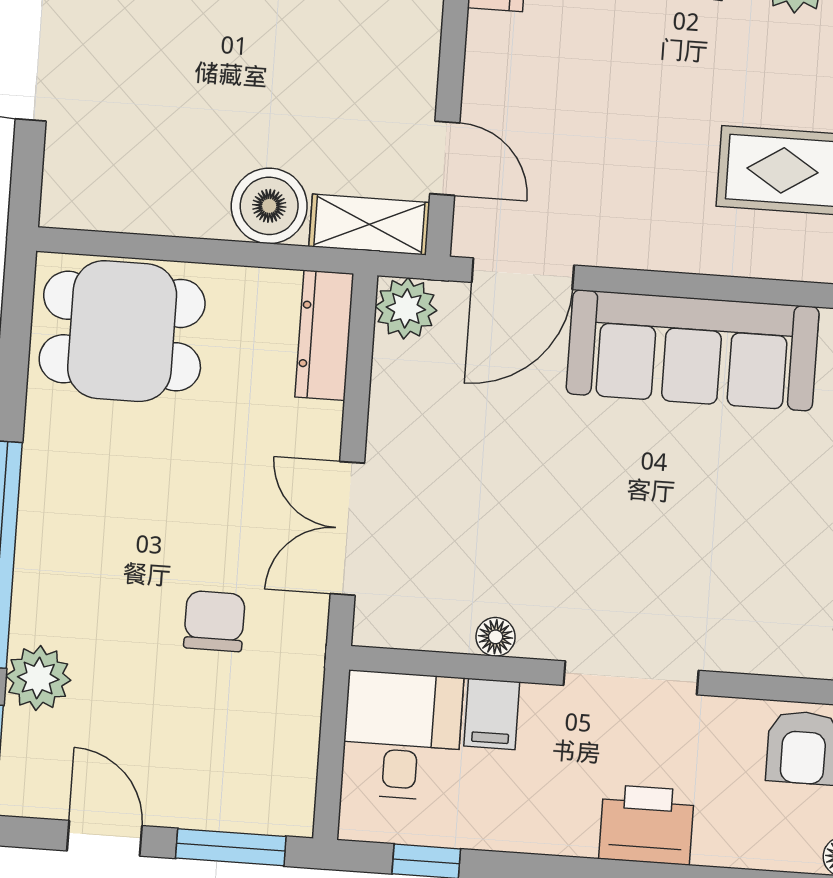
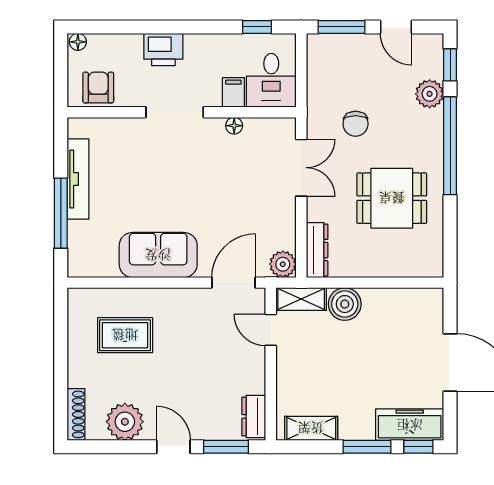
dining table: (122, 331) -> (392, 198), moved
sofa: (693, 350) -> (158, 255), width x0.73

